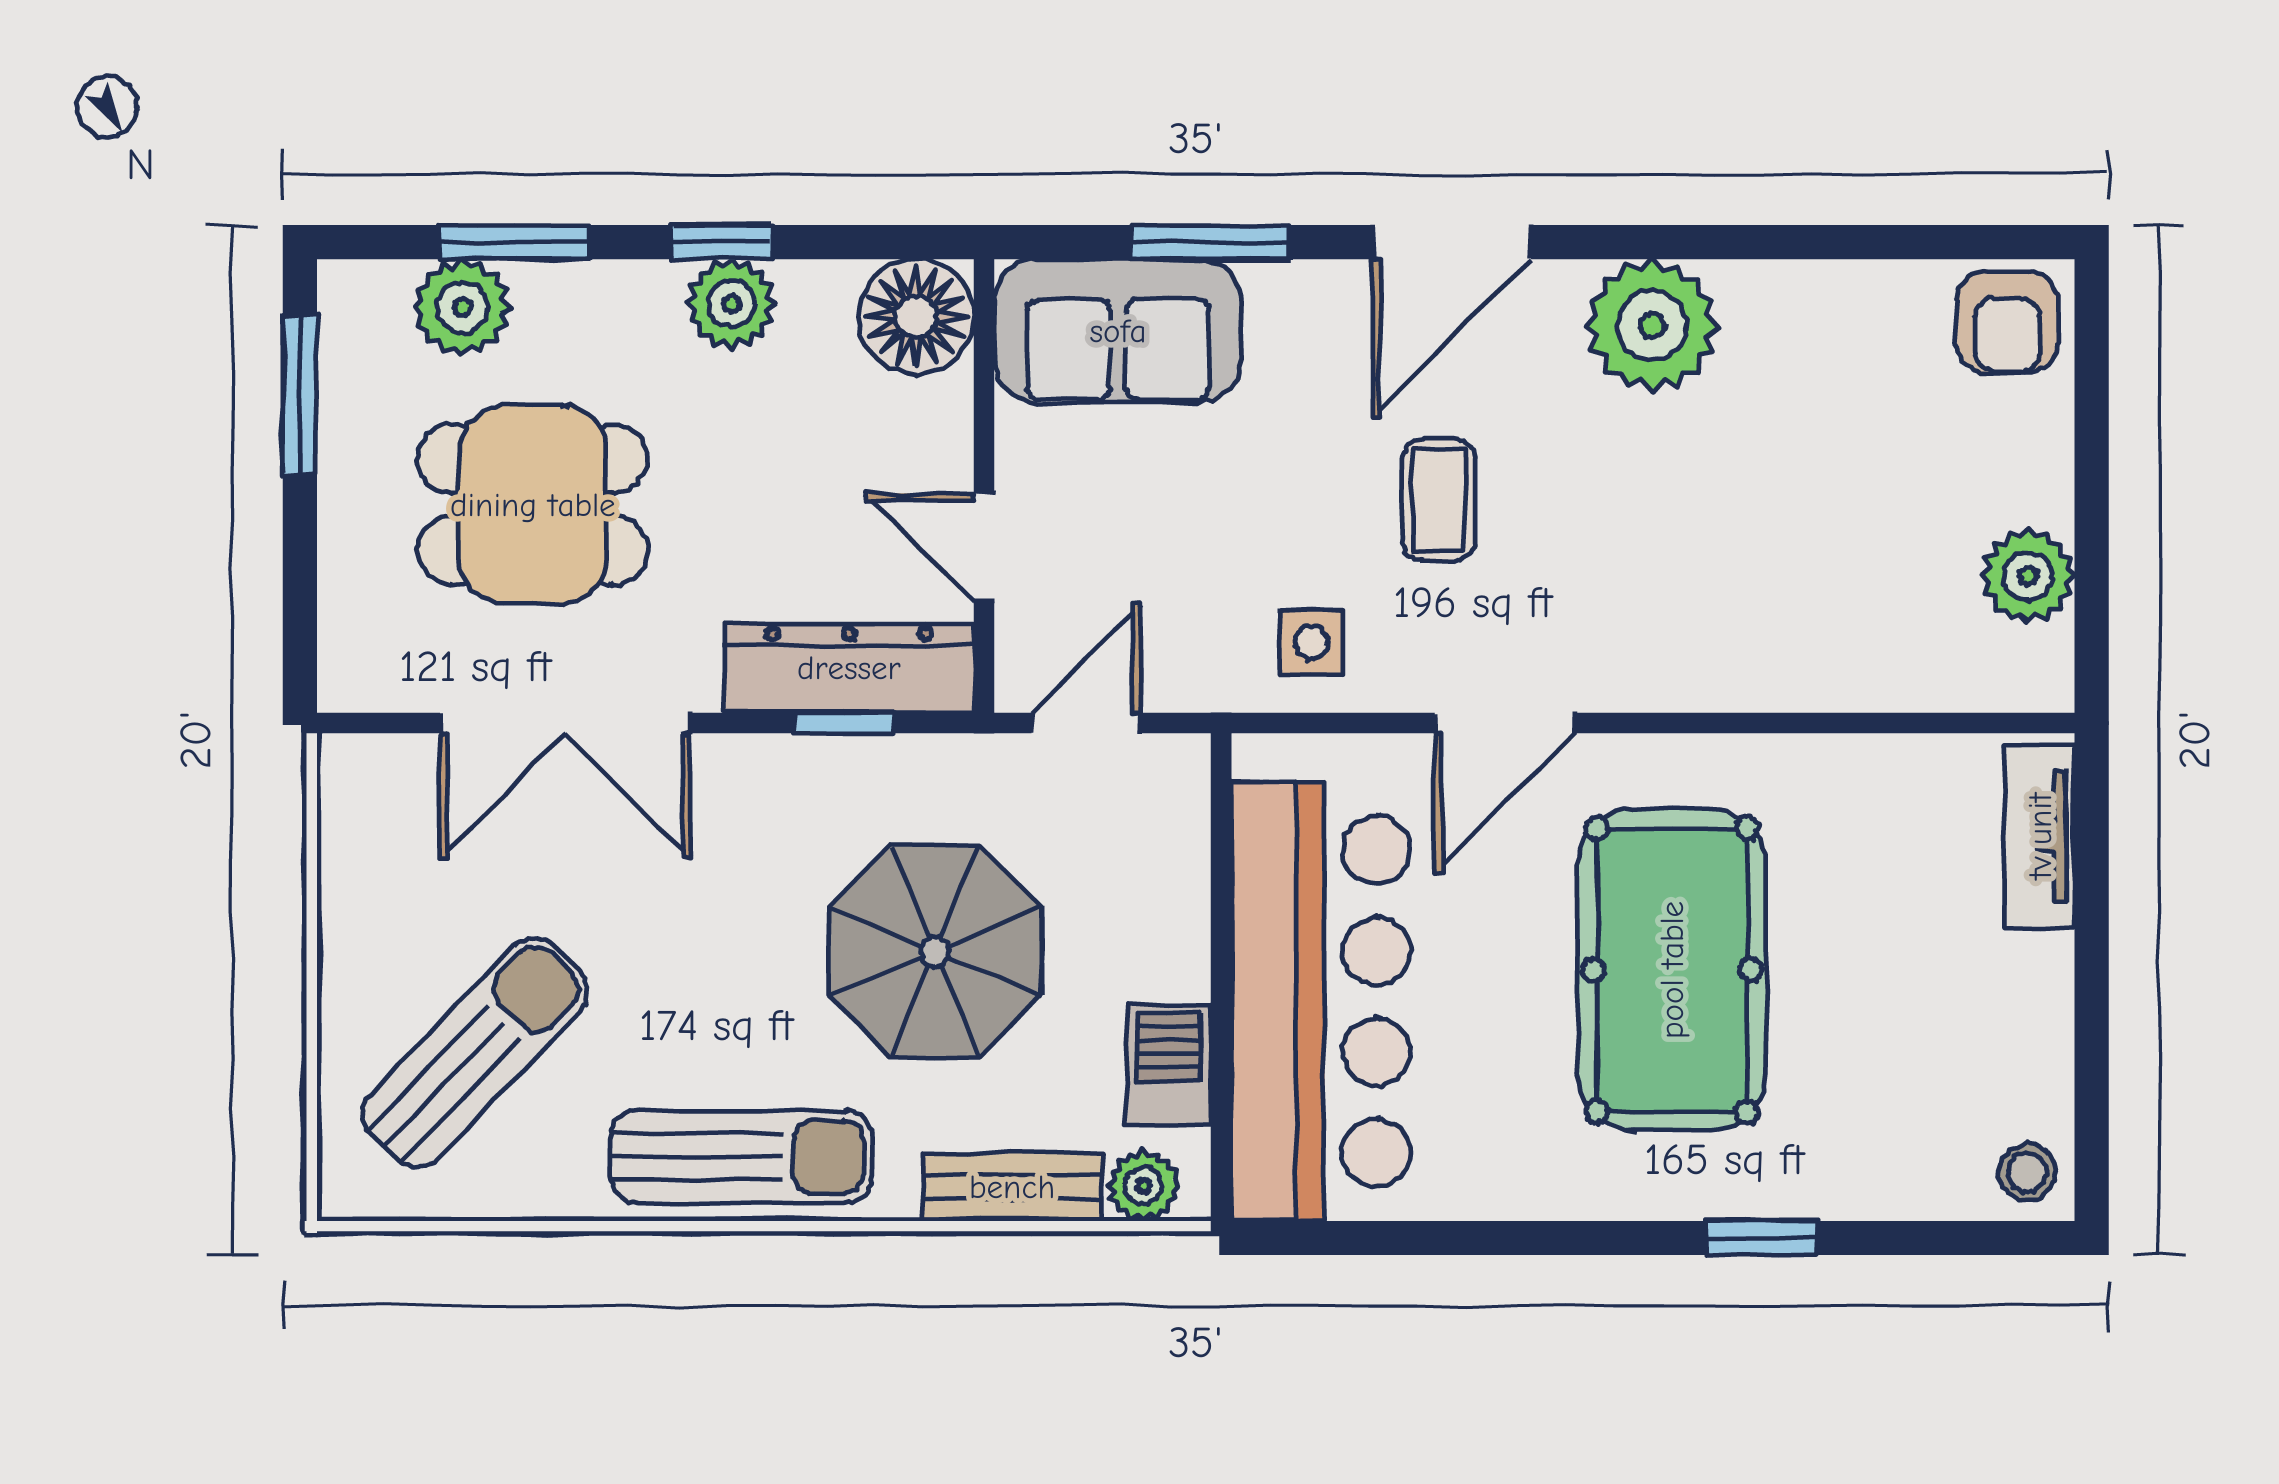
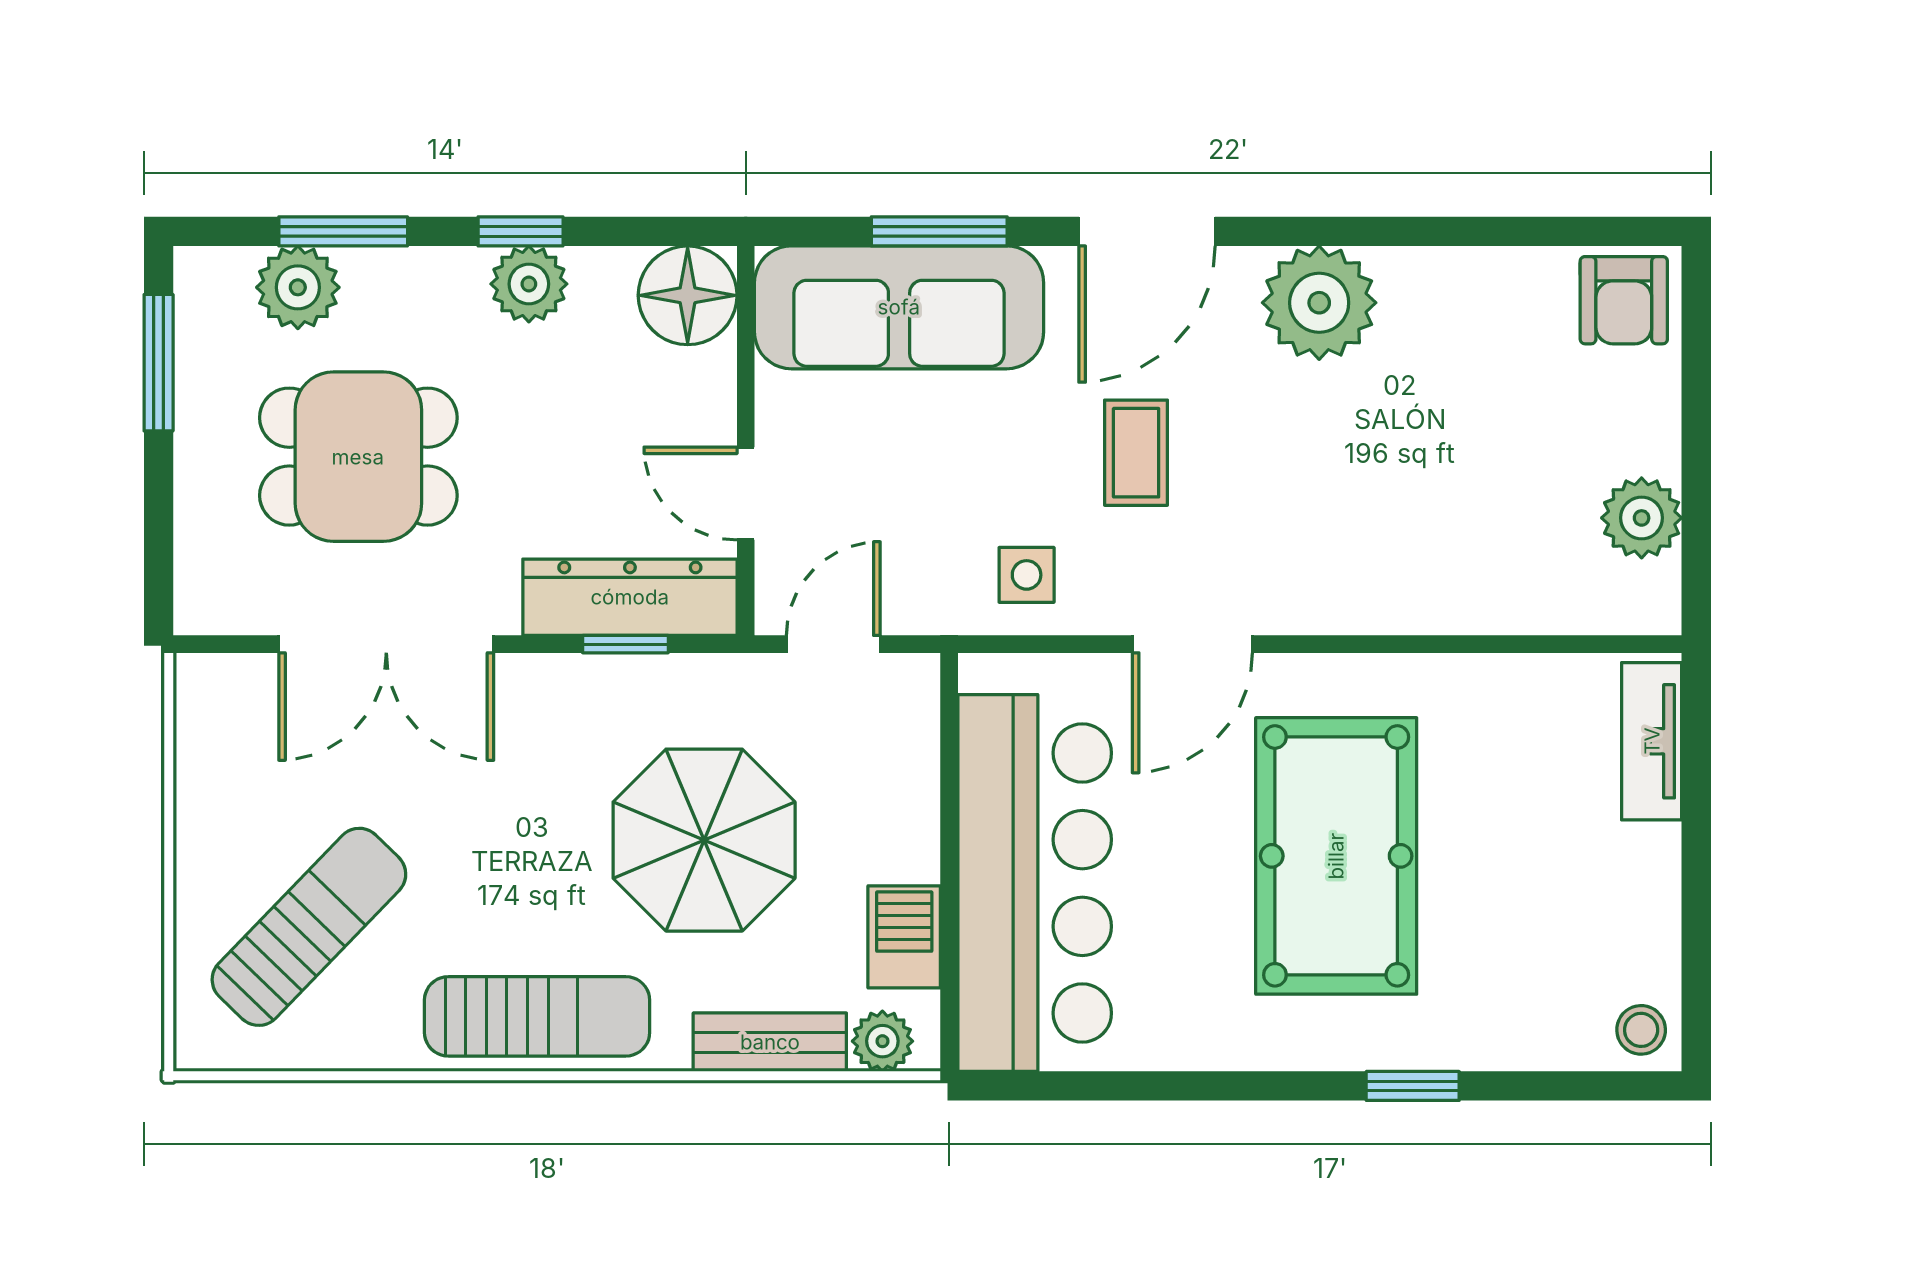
sofa: (1118, 331) -> (899, 307), width x1.36

